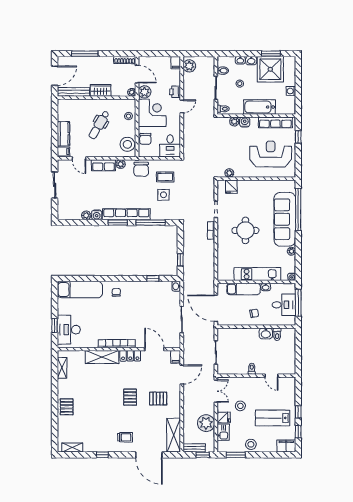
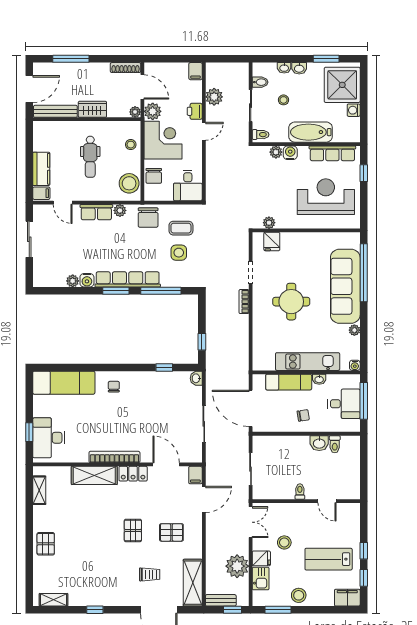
plant: (189, 66) -> (214, 97), moved
shower: (270, 69) -> (342, 85), moved
dental chair: (99, 125) -> (90, 157), turned -31
trolley: (125, 437) -> (150, 574), moved

